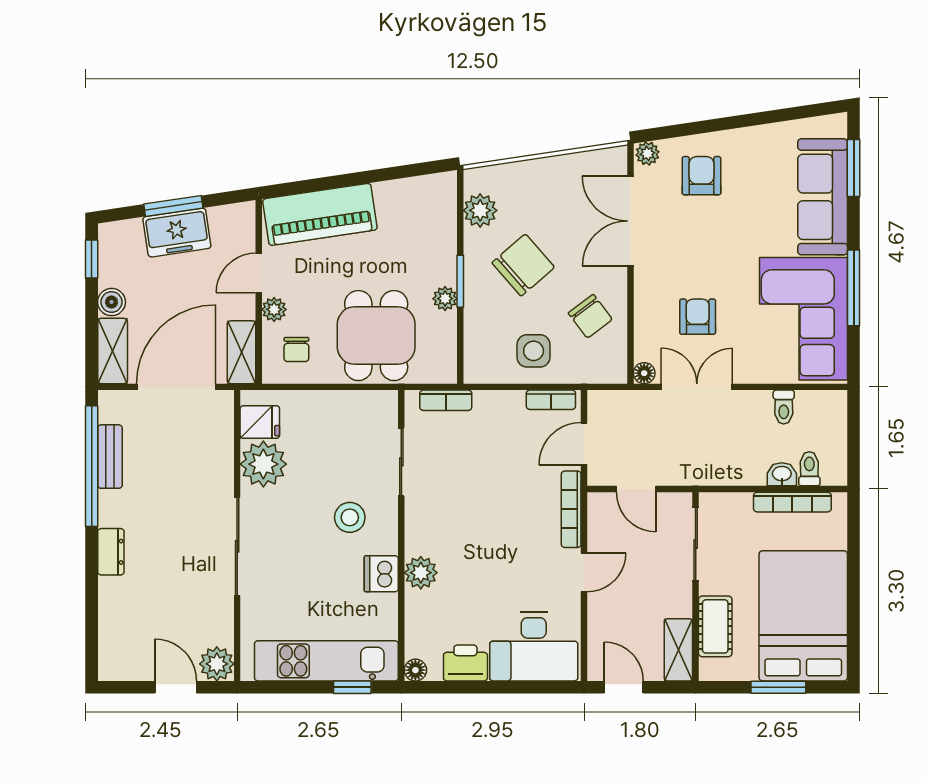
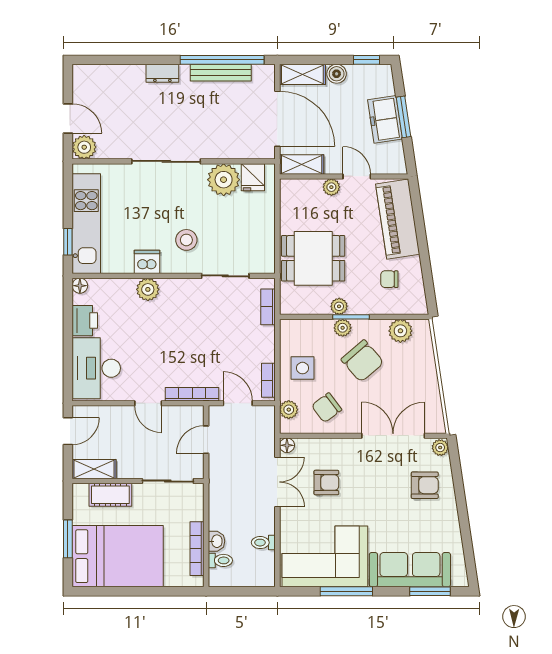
plant: (476, 293) -> (343, 328), added
chair: (296, 350) -> (389, 279), moved
plant: (593, 371) -> (289, 410), added
bench: (110, 457) -> (221, 73), width x1.36
door: (176, 687) -> (68, 118), hinge flipped

